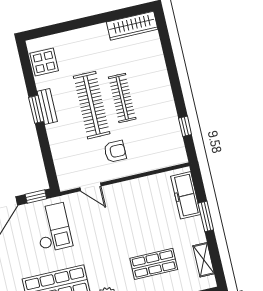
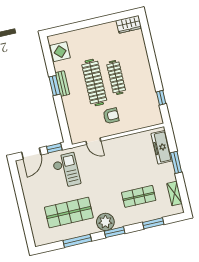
wardrobe: (132, 26) -> (129, 24), width x0.67

